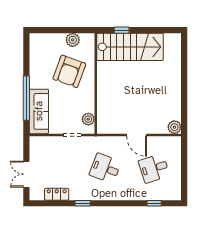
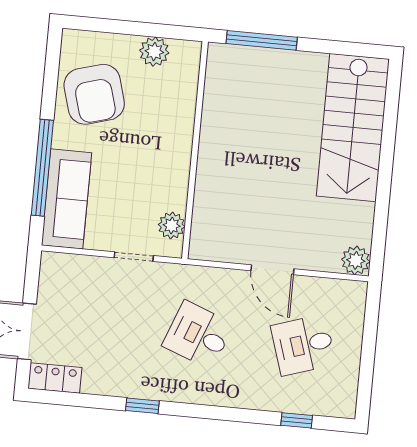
window: (122, 30) -> (262, 40), width x2.17
stairs: (130, 47) -> (353, 128), moved, turned 90
armchair: (69, 71) -> (94, 94), moved, turned -36
locker: (57, 194) -> (55, 378), moved

